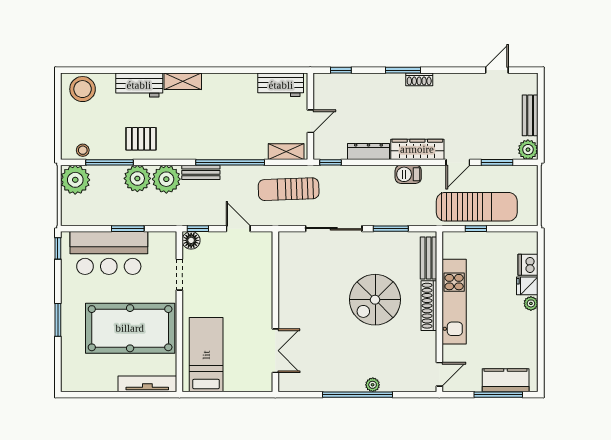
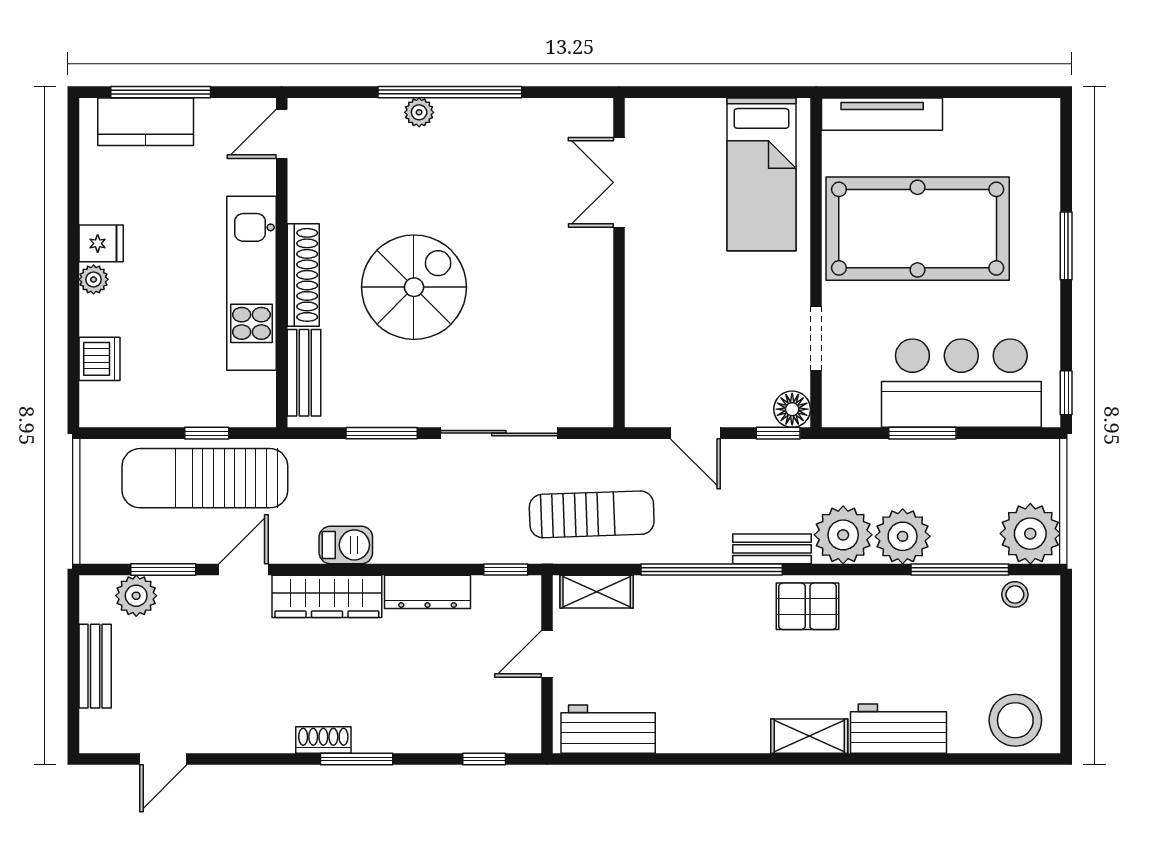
pallet: (141, 139) -> (808, 606), moved
plant: (528, 150) -> (136, 596), moved
fridge: (527, 286) -> (101, 243), moved

